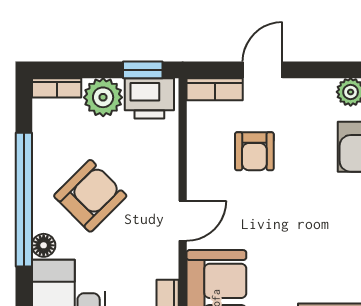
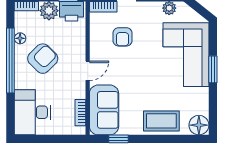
floor lamp: (44, 245) -> (20, 38), moved

